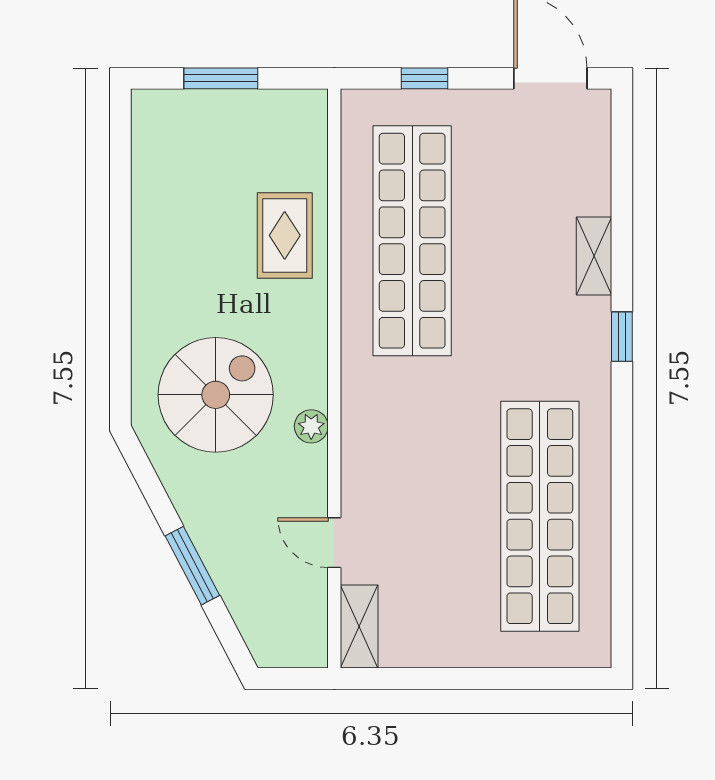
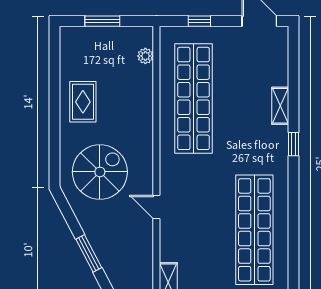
rug: (285, 235) -> (83, 102), moved
plant: (311, 426) -> (145, 56), moved
door: (334, 543) -> (156, 207), moved

